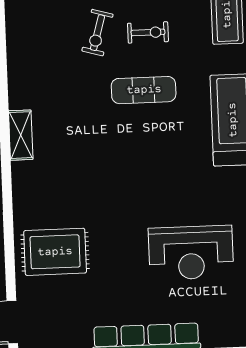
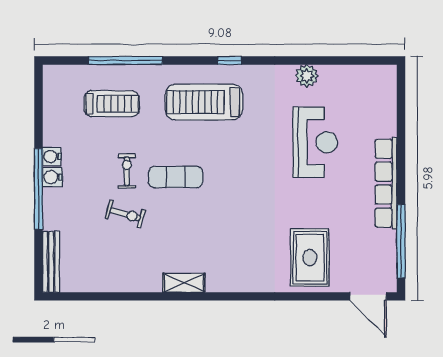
exercise mat: (144, 90) -> (176, 177), turned 90
shelving: (21, 135) -> (184, 283), moved

